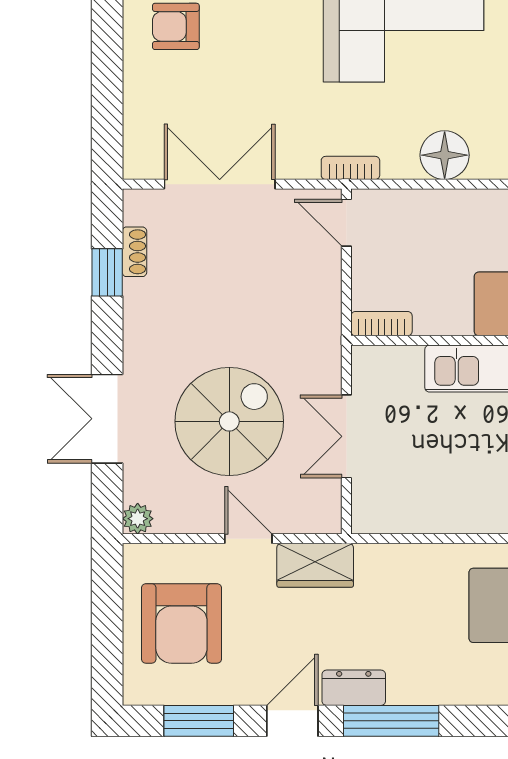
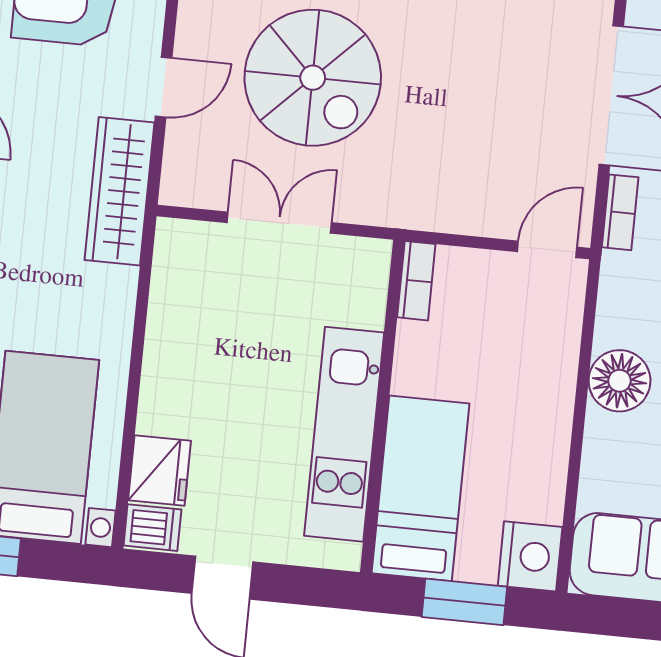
bookcase: (350, 168) -> (620, 212), moved
wardrobe: (315, 565) -> (119, 191), width x1.50

